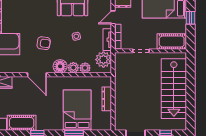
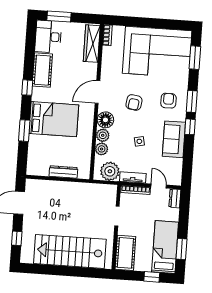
armchair: (40, 14) -> (168, 101), added
bed: (77, 110) -> (54, 119), moved

